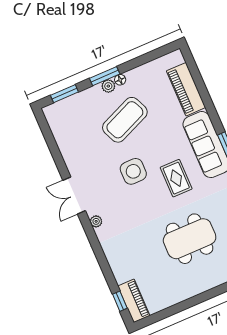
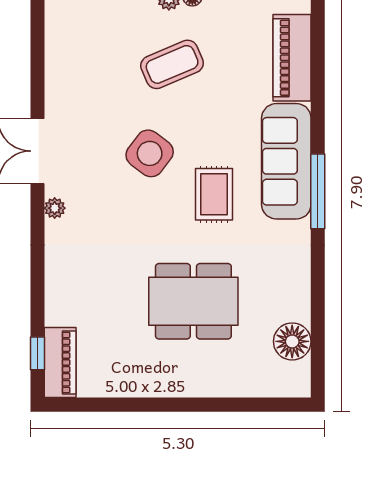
coffee table: (125, 120) -> (172, 64), width x0.73, depth x0.76
side table: (133, 171) -> (150, 153), turned 37

